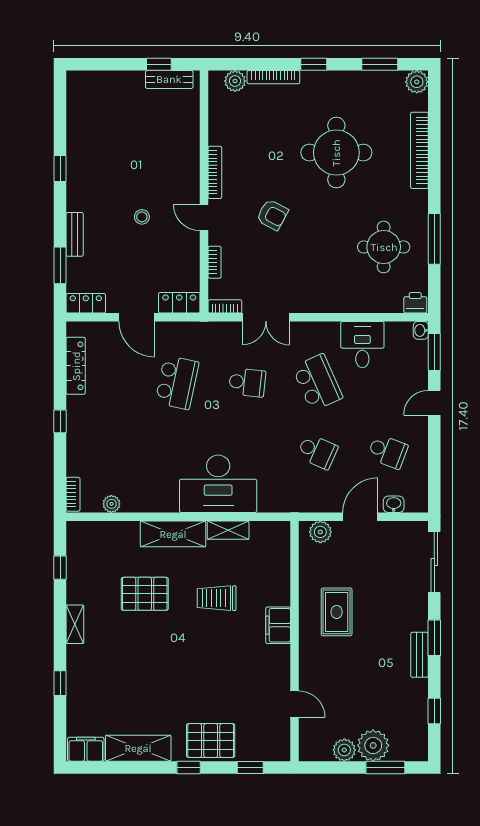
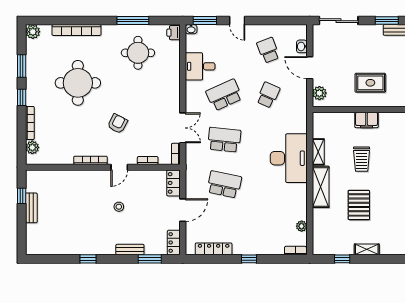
window: (380, 64) -> (22, 66), moved
bench: (169, 79) -> (31, 208), moved
school desk: (247, 382) -> (224, 140), width x1.85
school desk: (388, 451) -> (268, 50), turned -42
shelving: (75, 624) -> (367, 249), moved
filing cabinet: (278, 625) -> (367, 120), moved

